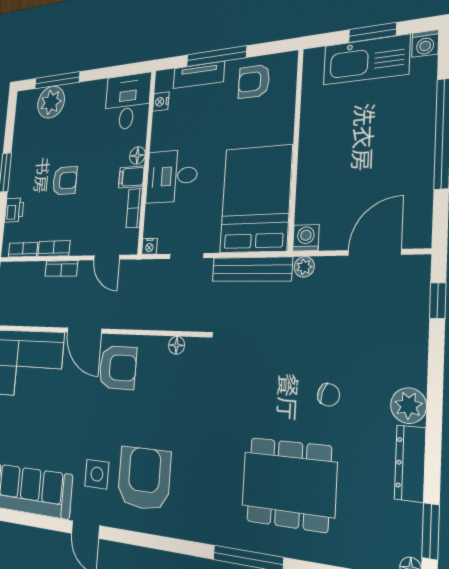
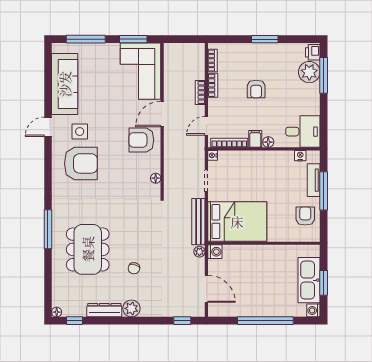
desk: (172, 176) -> (254, 167), removed
bookcase: (134, 208) -> (229, 143), width x1.56
printer: (14, 210) -> (313, 52), moved, turned 90
armchair: (118, 368) -> (141, 140), turned 90
window: (431, 531) -> (74, 321), width x0.67

